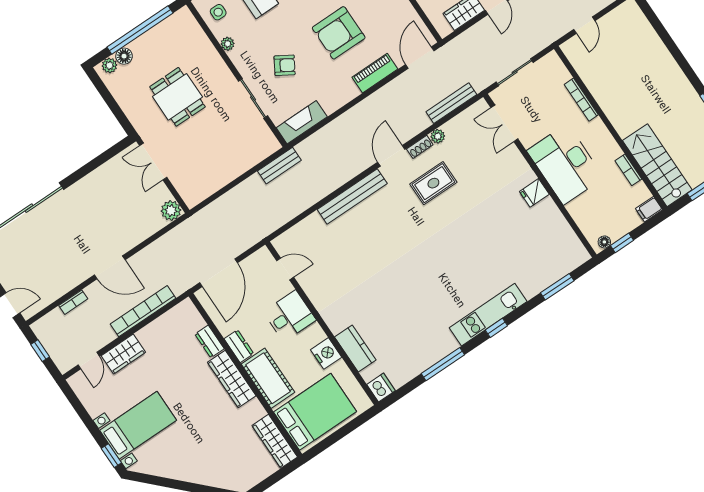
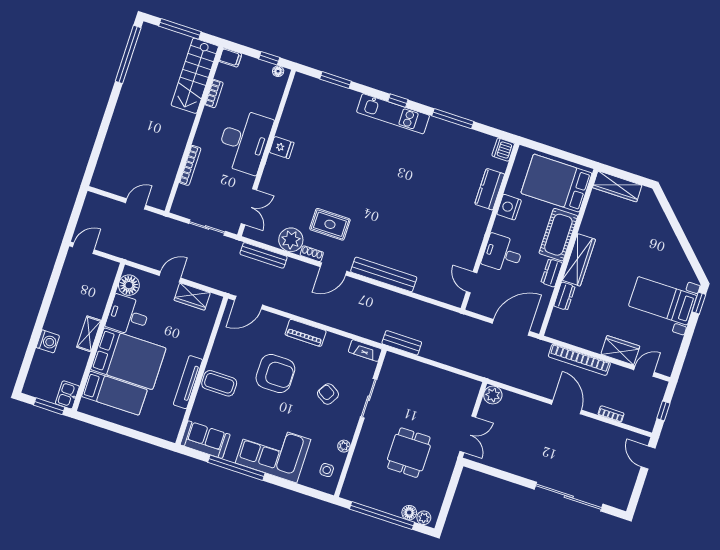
piano: (375, 73) -> (306, 333), moved
fireplace: (302, 122) -> (365, 351), width x0.73, depth x0.76
plant: (438, 136) -> (291, 240), width x1.88, depth x1.88
wardrobe: (275, 441) -> (617, 186), moved, turned 90

